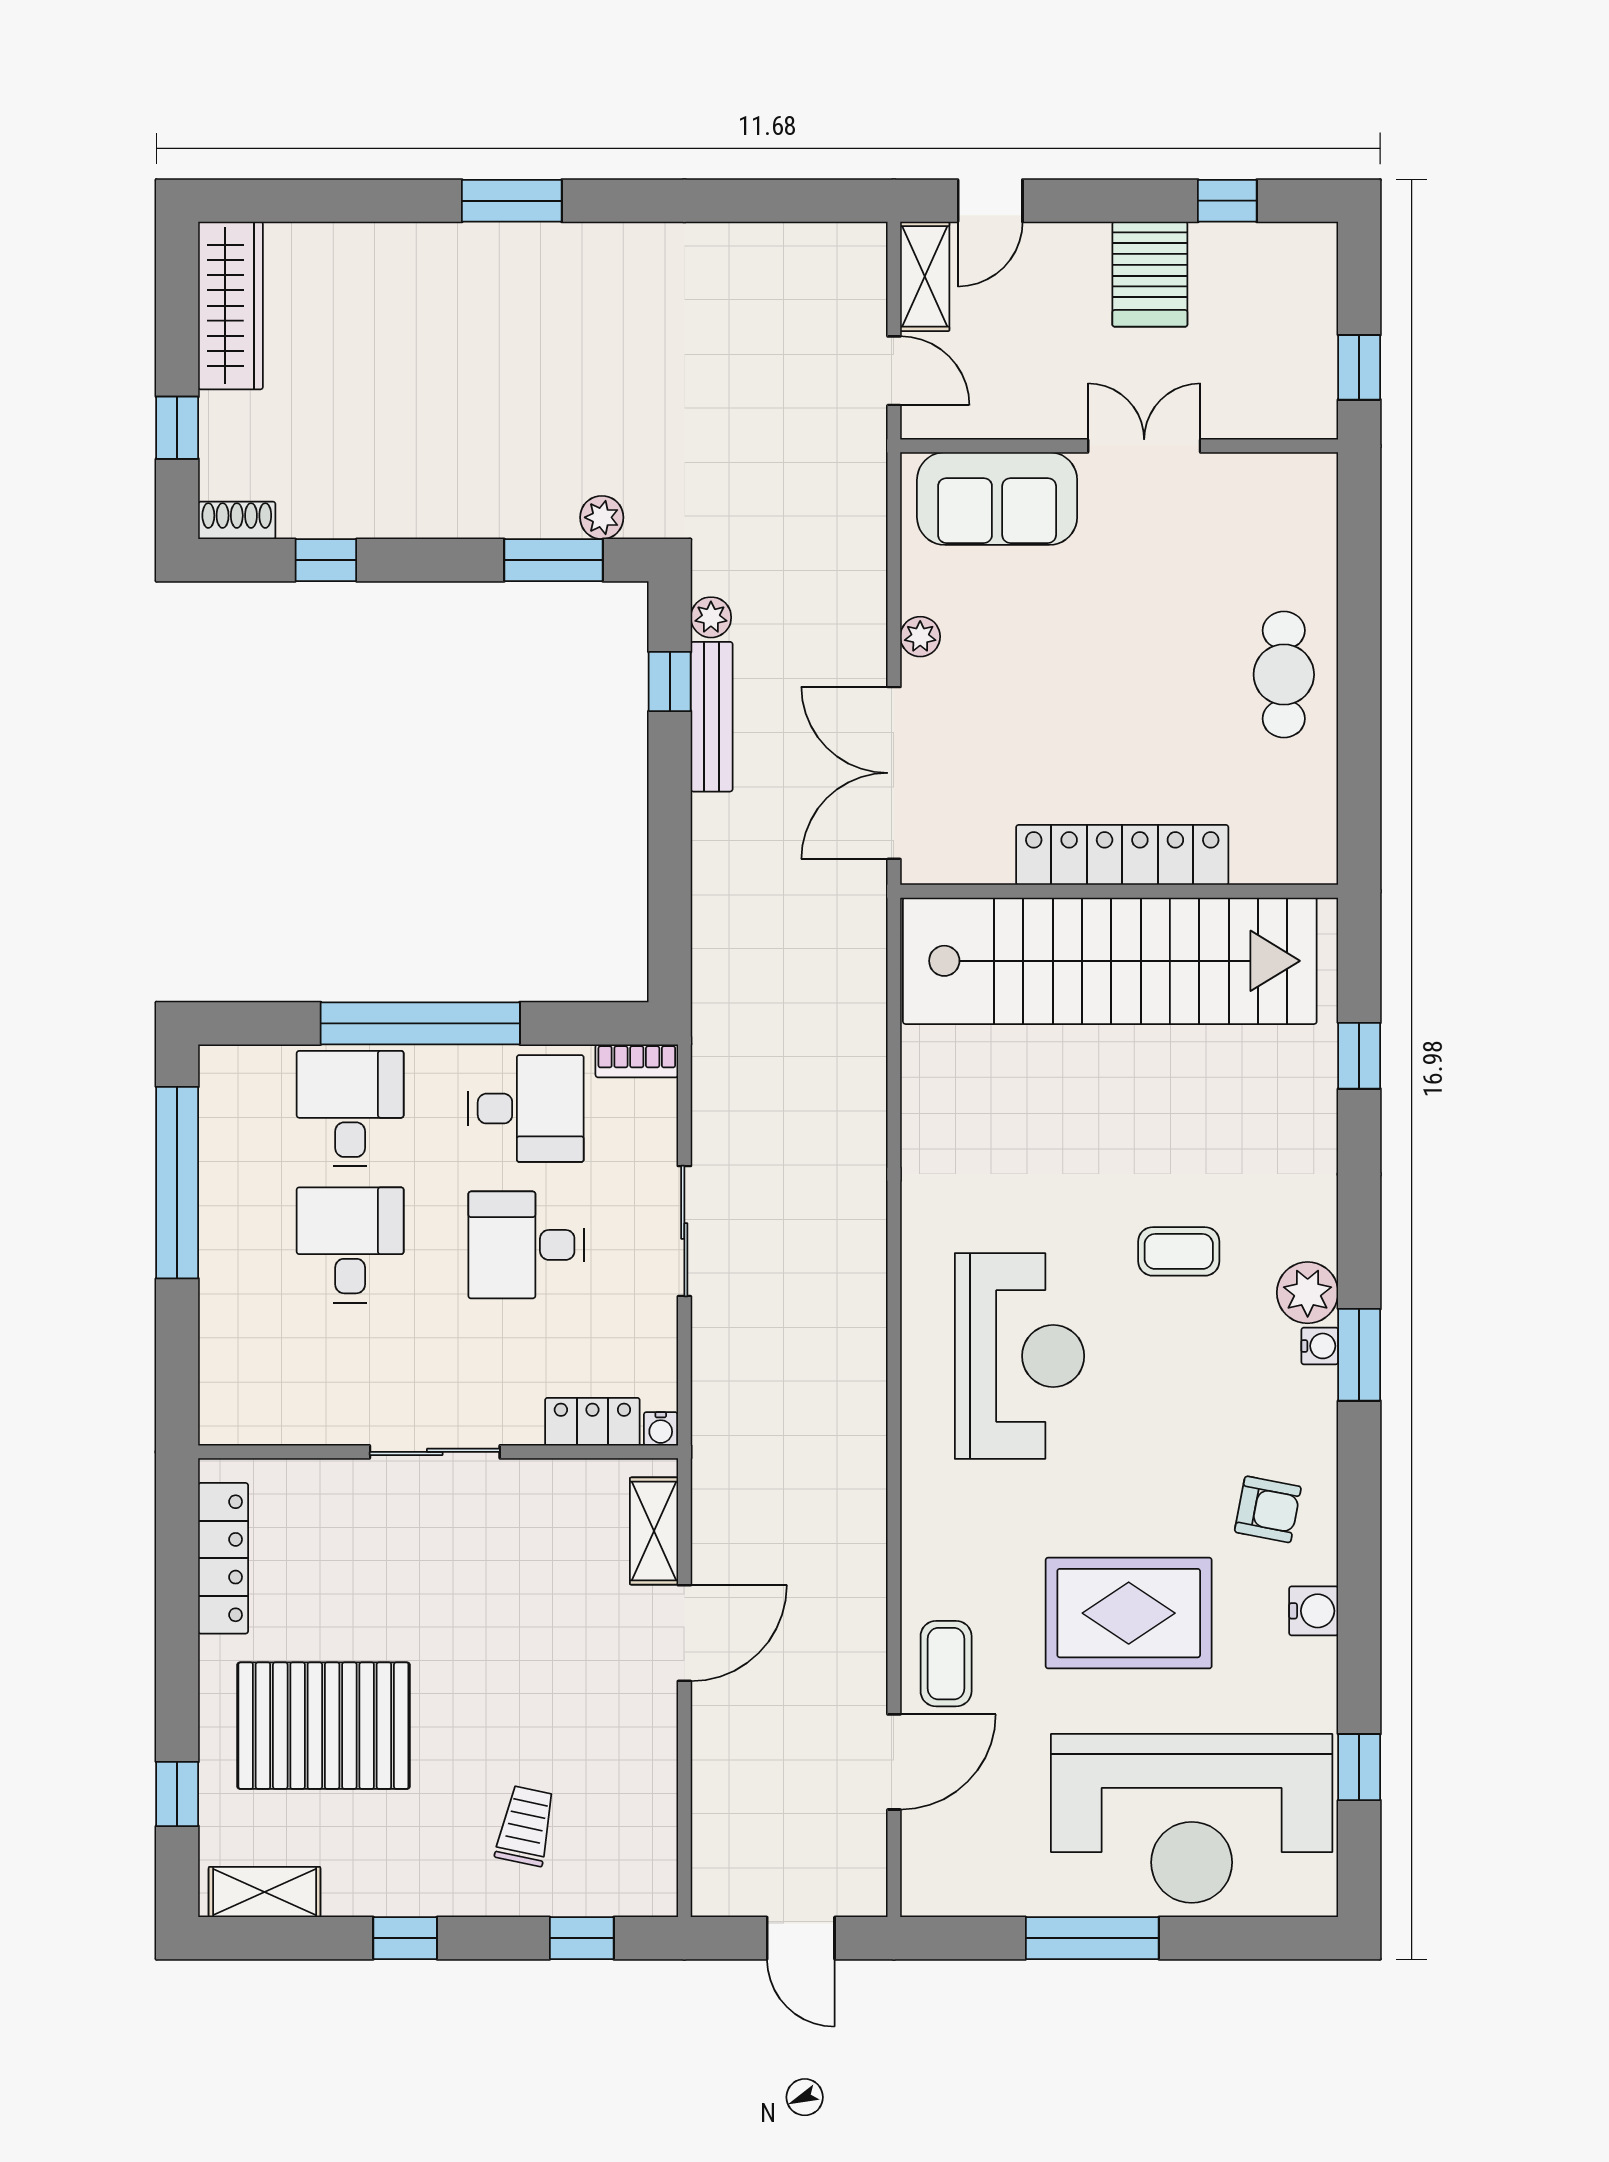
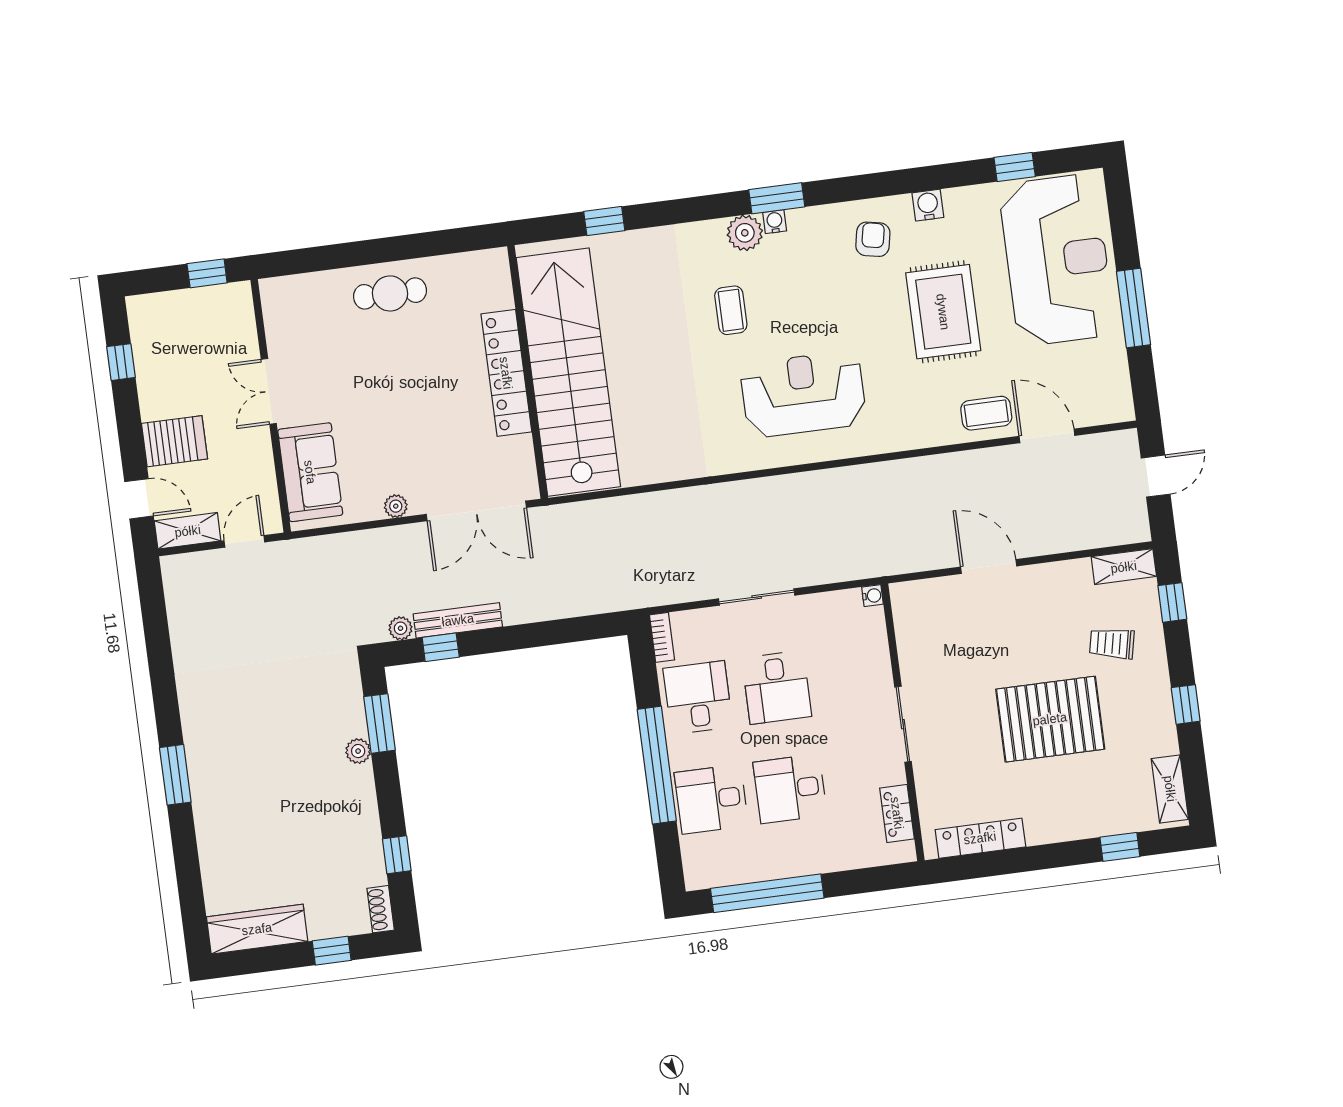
server rack: (1150, 274) -> (175, 441), moved
plant: (602, 517) -> (358, 751), moved
locker: (592, 1422) -> (897, 813), moved
shelving: (654, 1531) -> (1124, 567), moved
pallet: (323, 1726) -> (1050, 719), moved, turned 90

